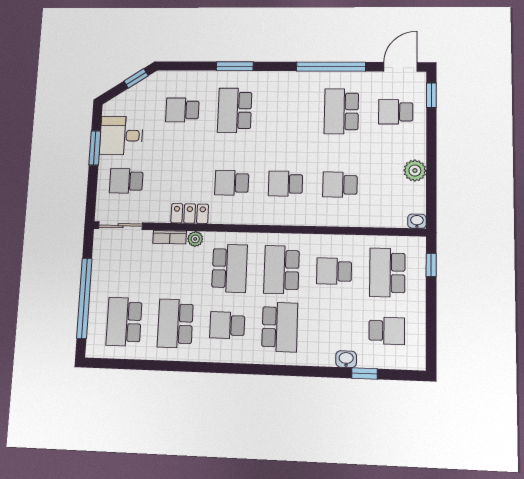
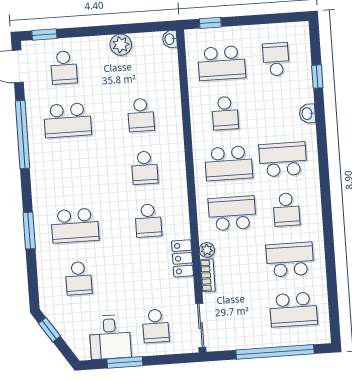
school desk: (175, 323) -> (290, 260), turned 180
washbasin: (346, 359) -> (307, 114), moved

